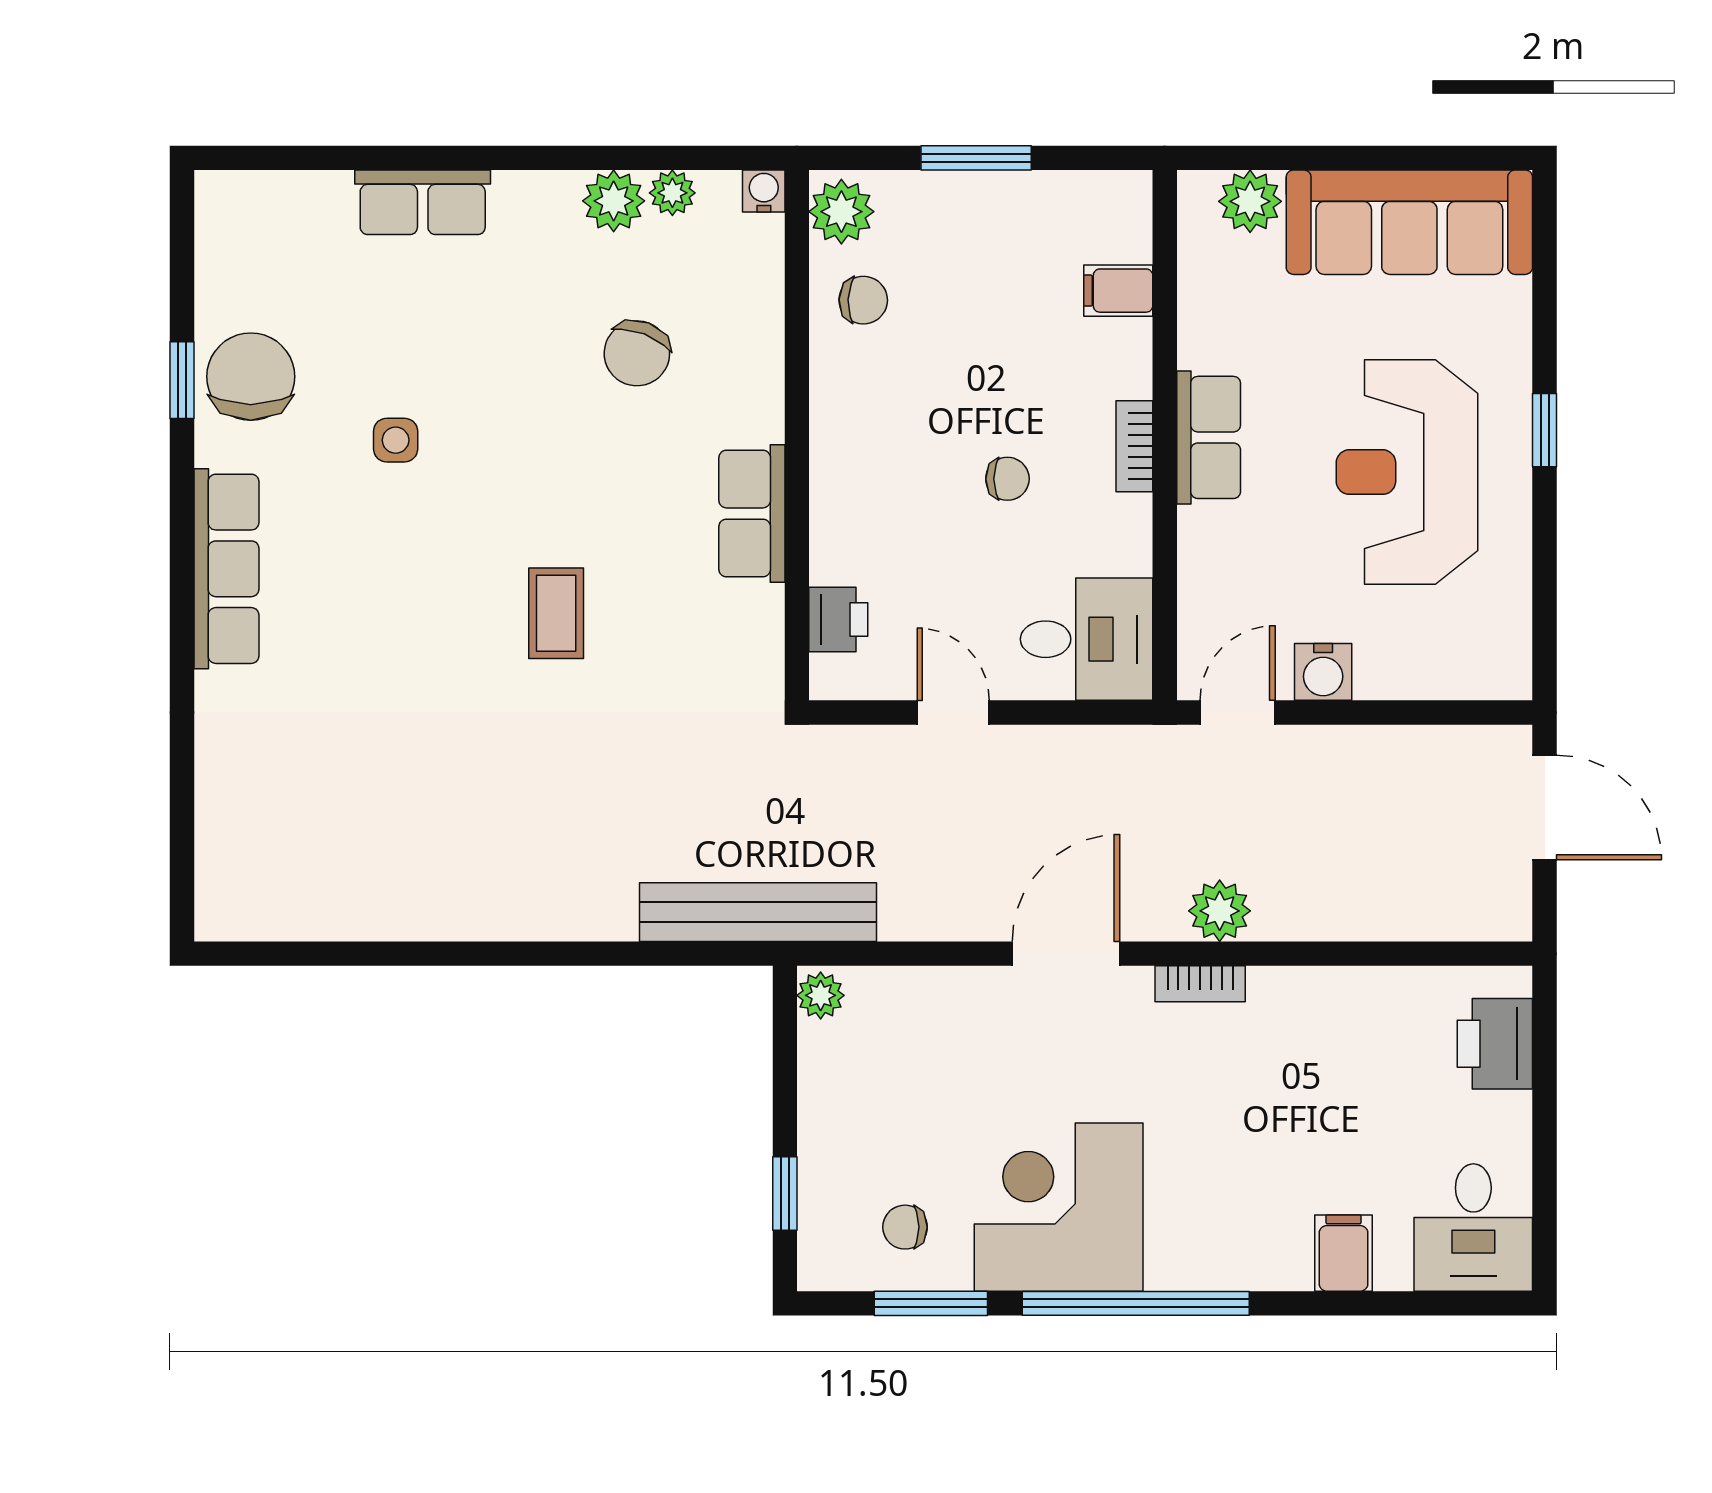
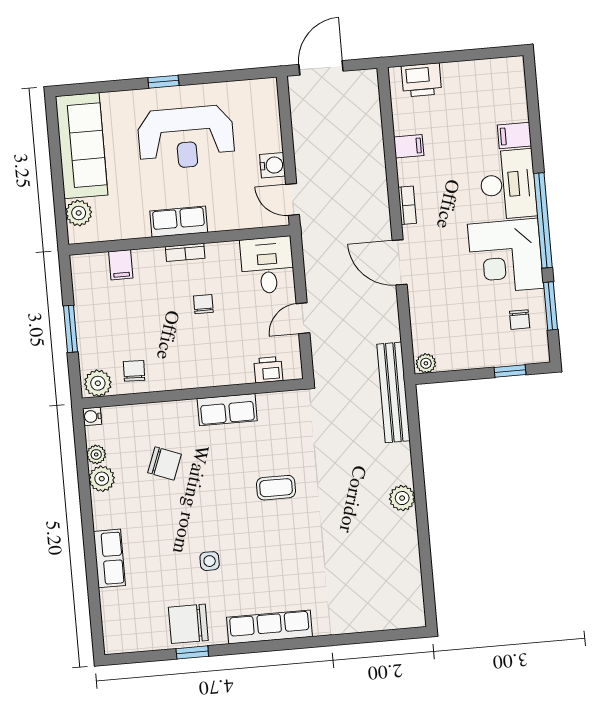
plant: (1220, 911) -> (402, 498), moved
filing cabinet: (1340, 1000) -> (409, 146), added
desk: (1473, 1228) -> (508, 184), moved, width x1.37

